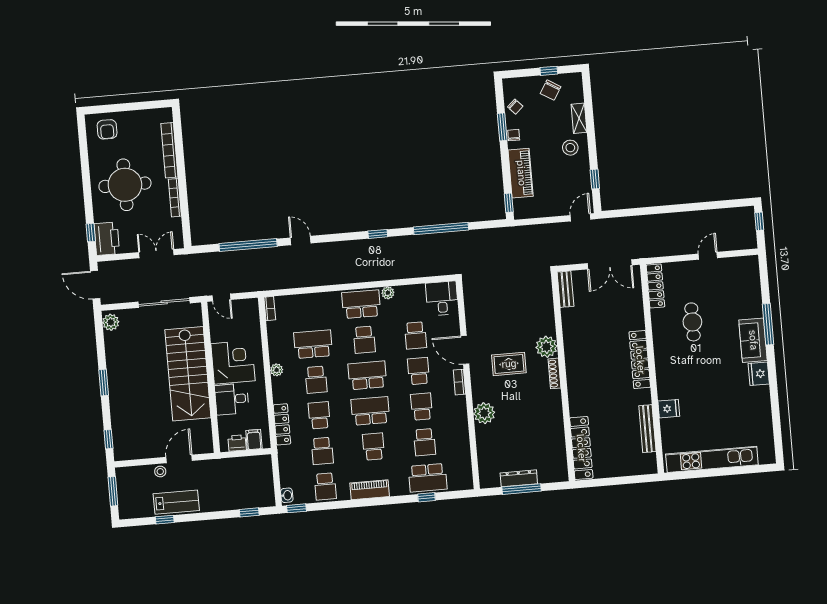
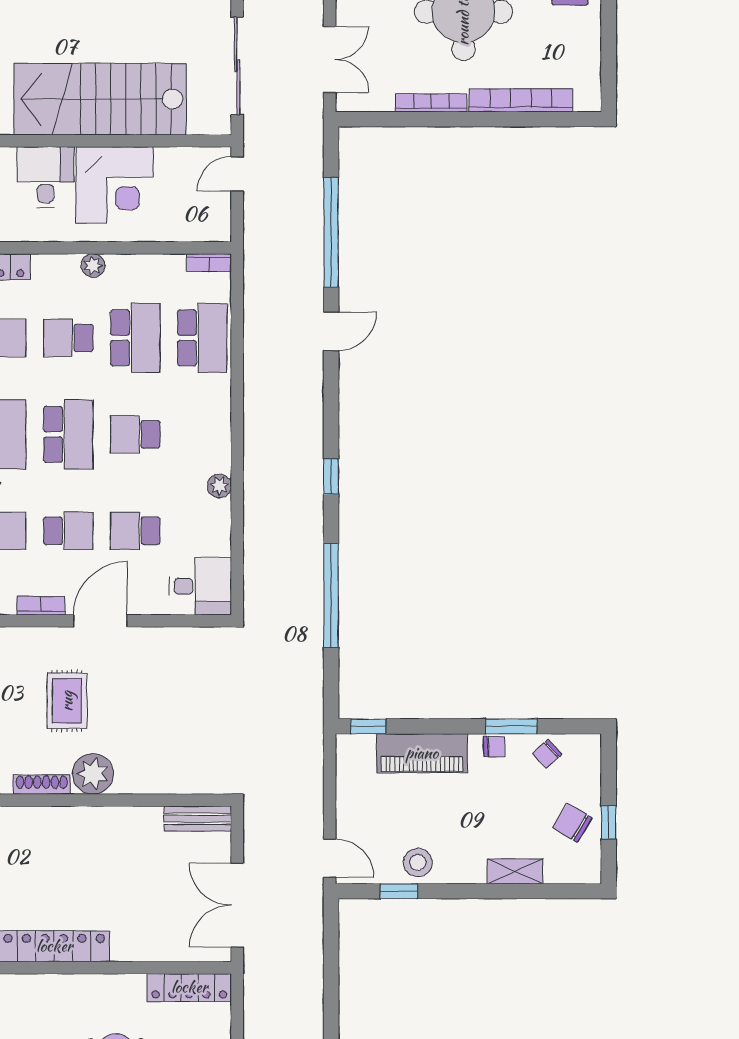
stool: (570, 148) -> (418, 863), moved
school desk: (361, 304) -> (202, 338), moved

